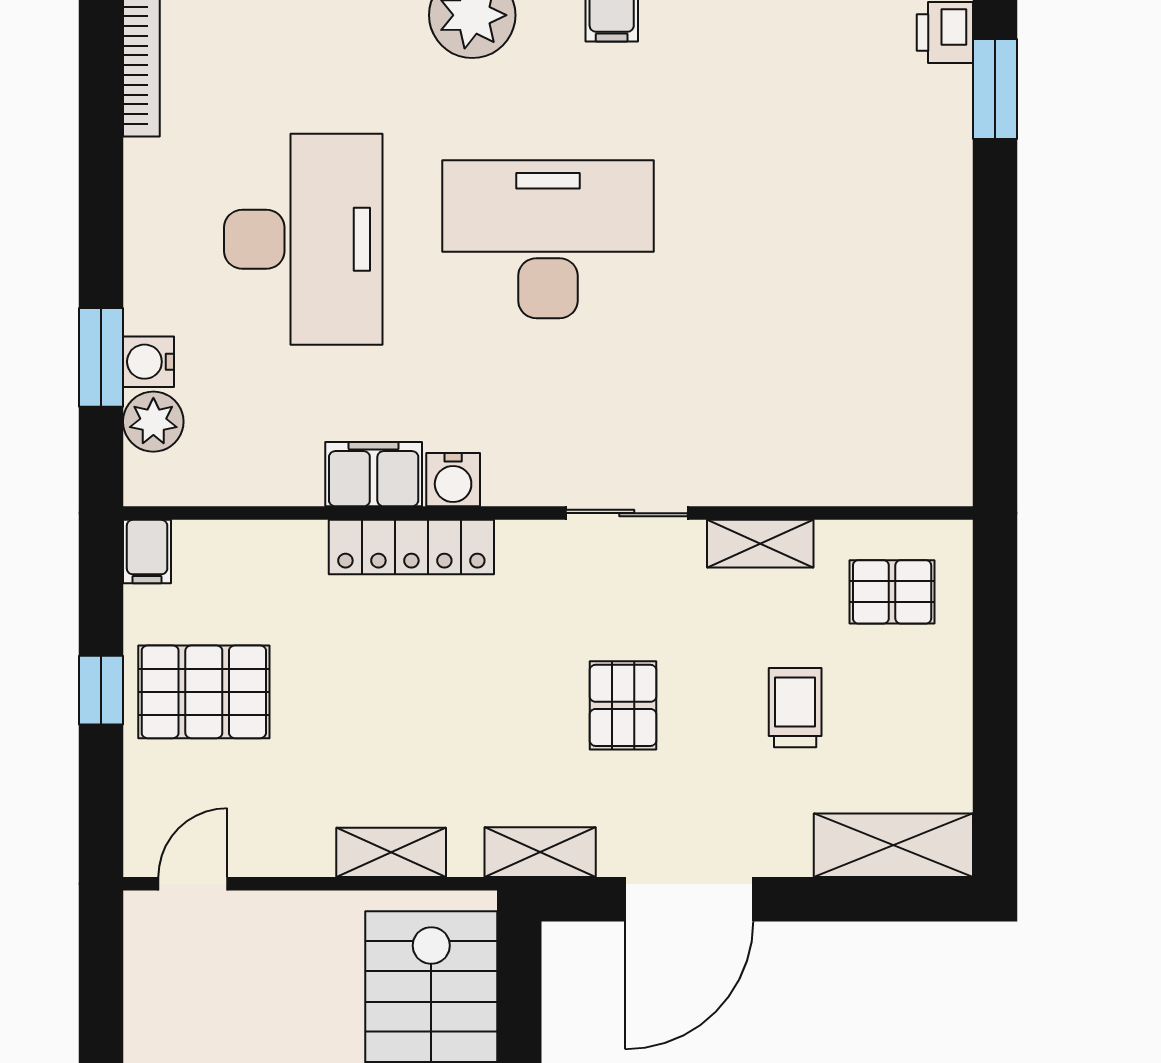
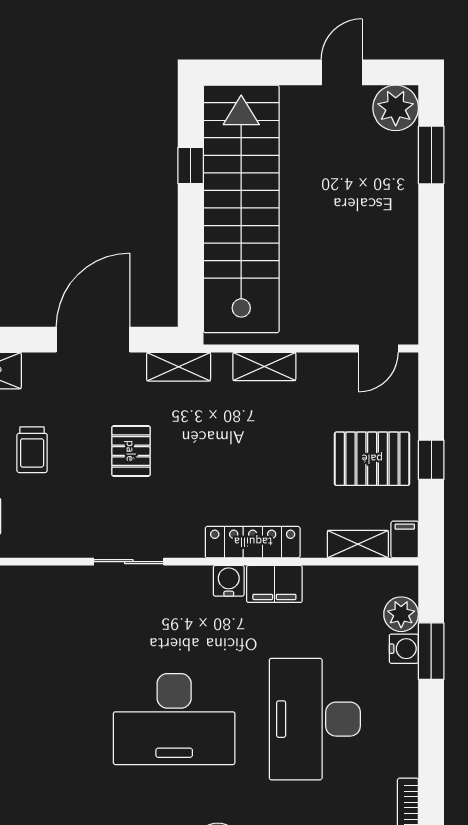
shelving: (760, 544) -> (358, 544), moved

